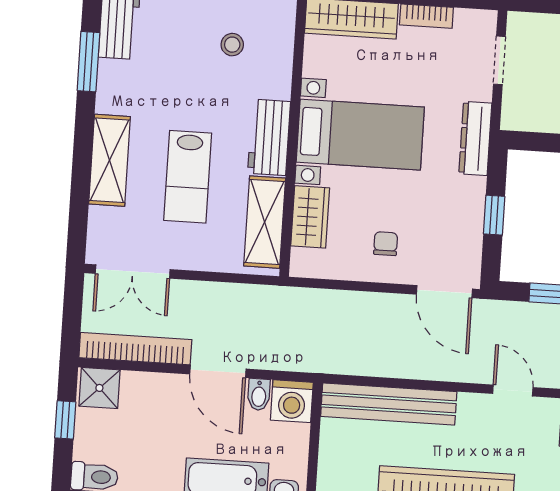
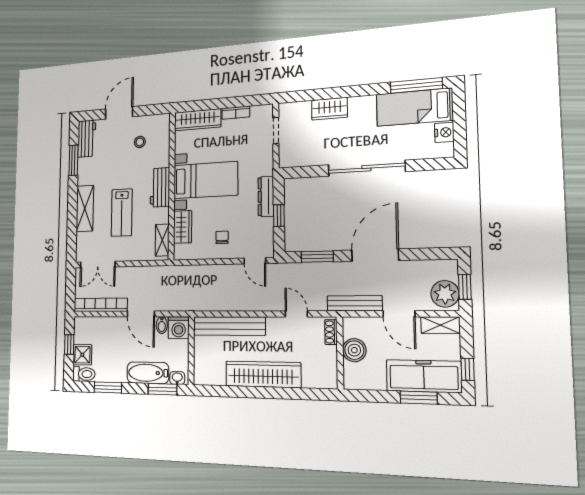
dresser: (475, 138) -> (266, 196), moved
shelving: (265, 222) -> (162, 240), width x0.67, depth x0.75
door: (444, 292) -> (255, 261), width x0.73
shower: (99, 388) -> (82, 355), moved

